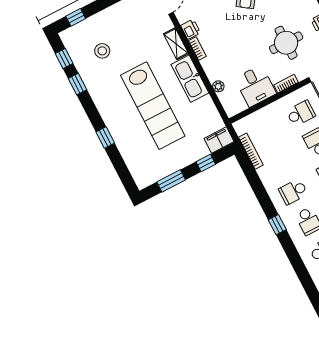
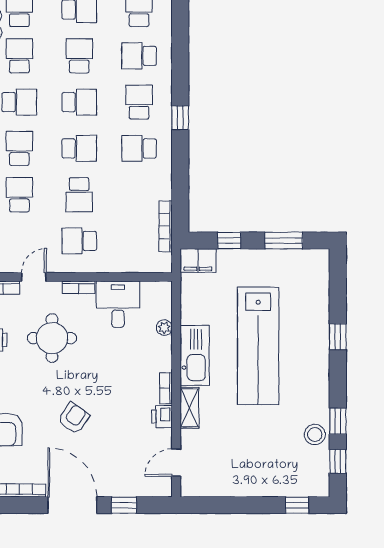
stool: (102, 51) -> (315, 434), moved
lab bench: (153, 106) -> (258, 346), turned 180
school desk: (293, 192) -> (139, 148), turned 180

